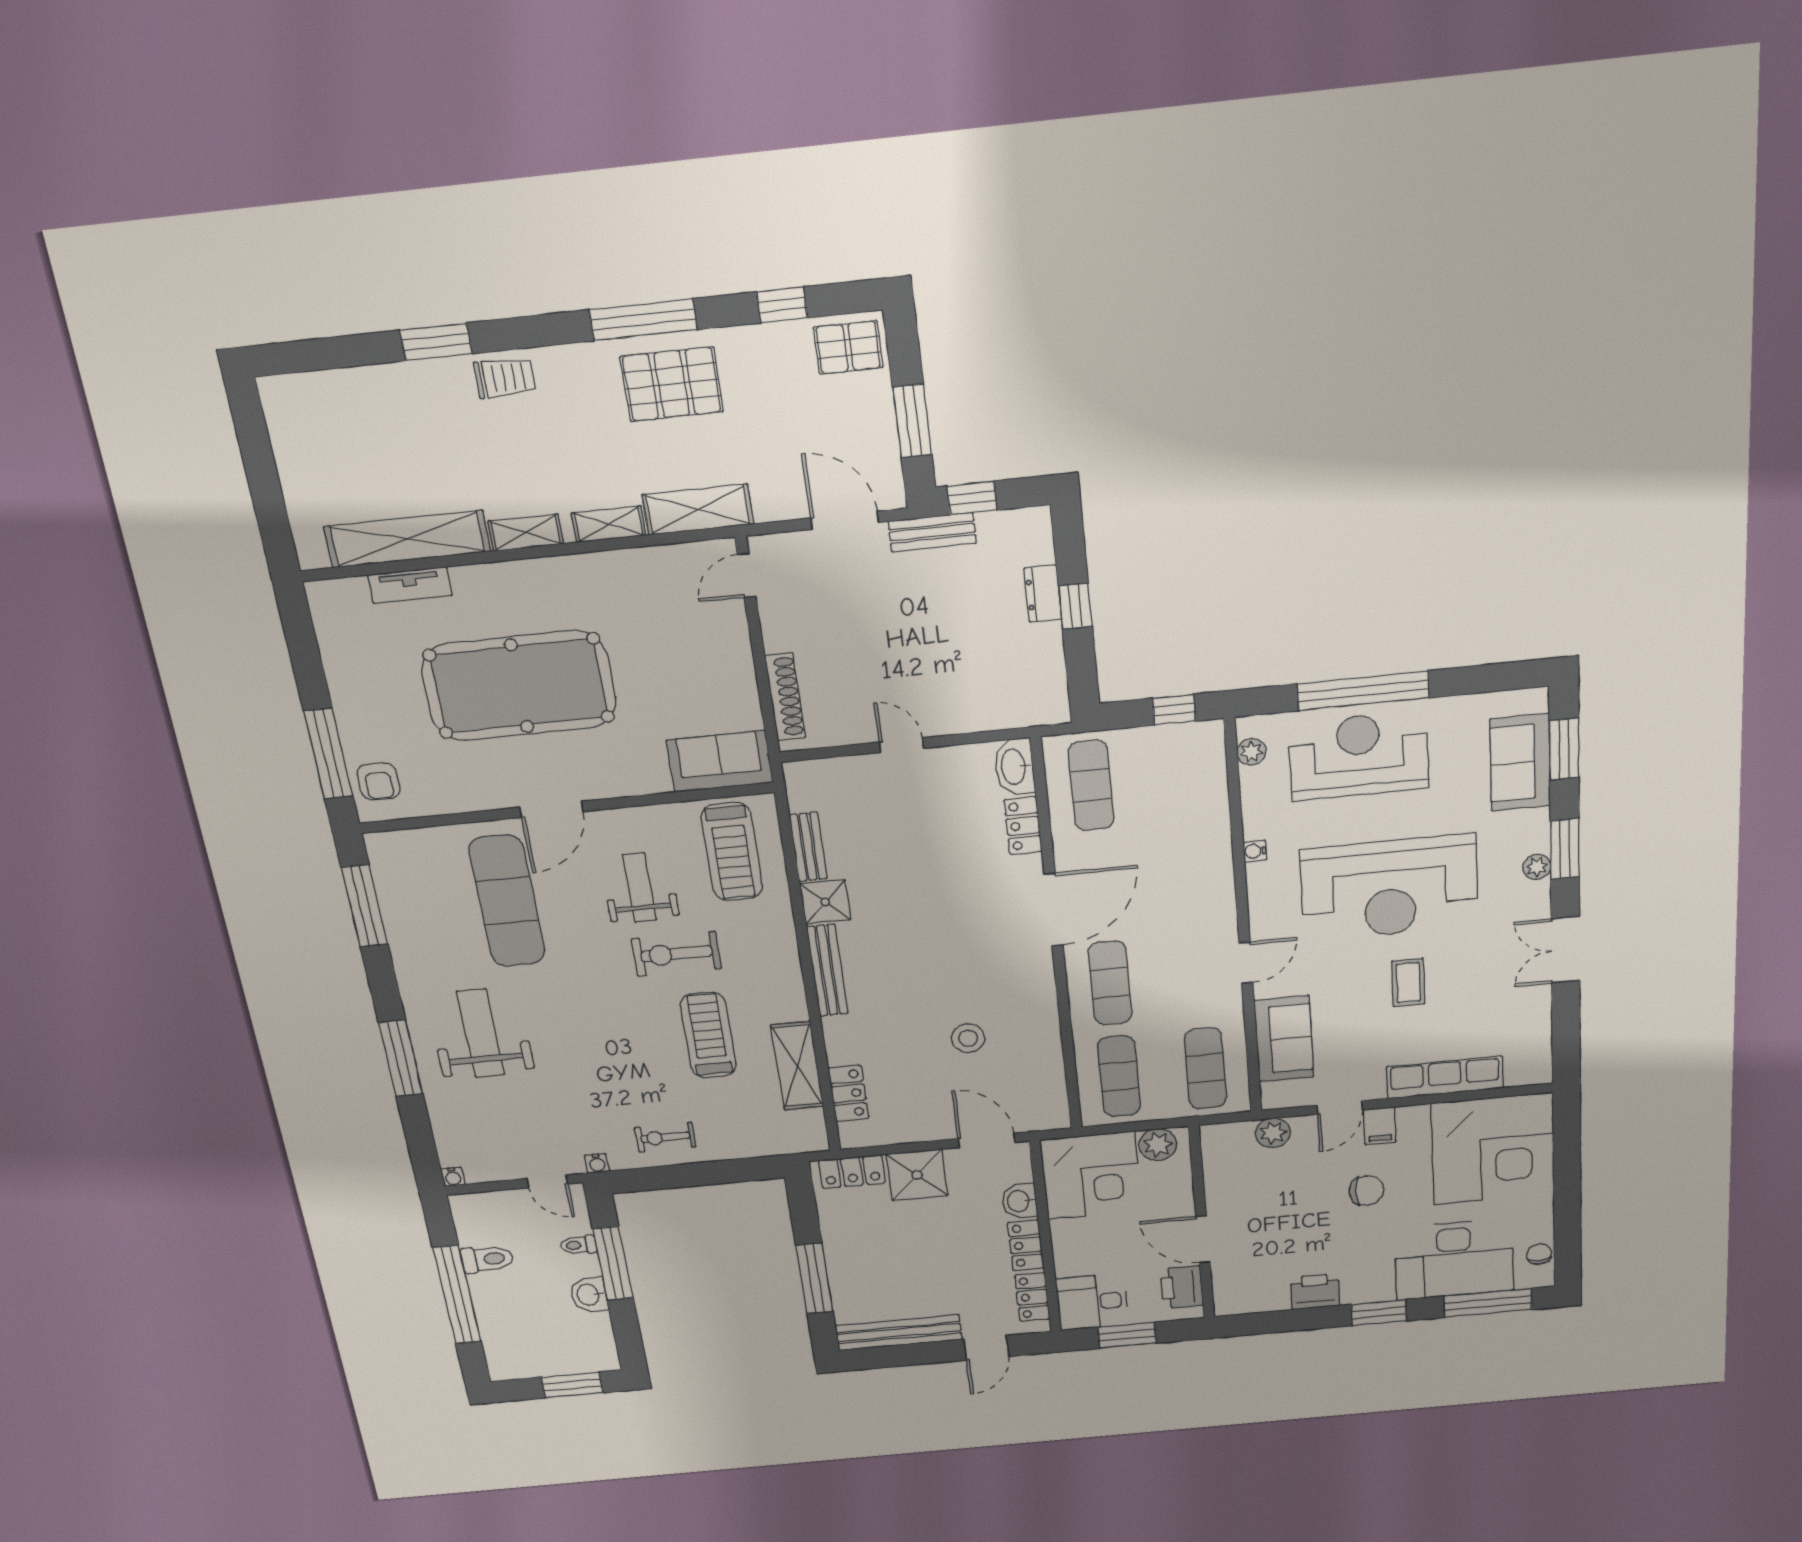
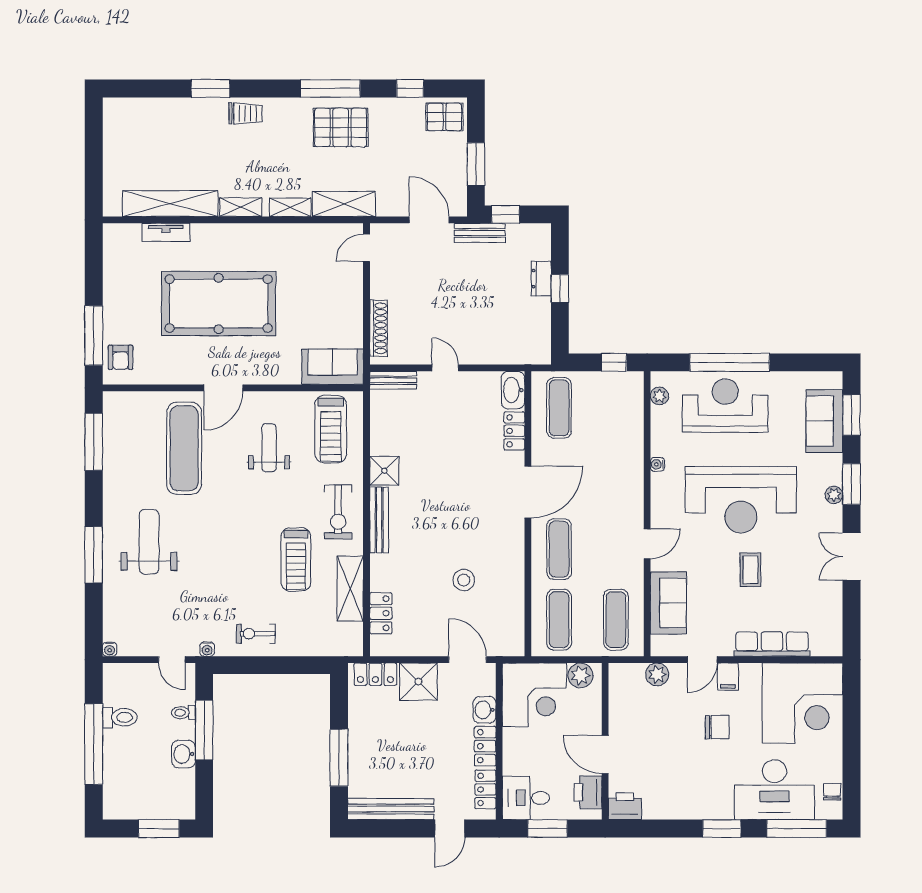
bench: (808, 847) -> (393, 380), moved, turned 90
exercise bike: (676, 954) -> (338, 512), moved, turned -90
treadmill: (708, 1035) -> (296, 559), turned 180
printer: (1315, 1292) -> (625, 806), moved

